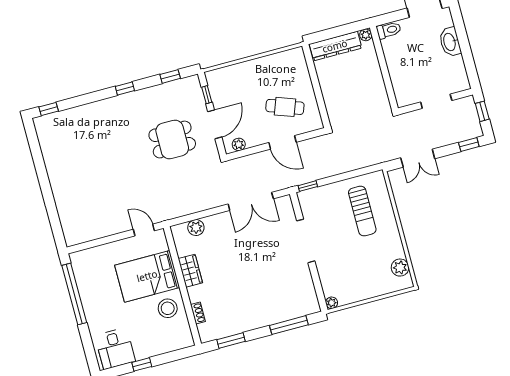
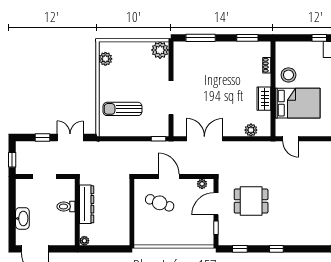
toilet: (389, 30) -> (66, 206), moved
dresser: (335, 46) -> (87, 204), moved, turned 90
window: (469, 145) -> (42, 137), moved
sun lounger: (362, 211) -> (122, 109), turned -90
plant: (332, 303) -> (160, 50), width x1.87, depth x1.87

